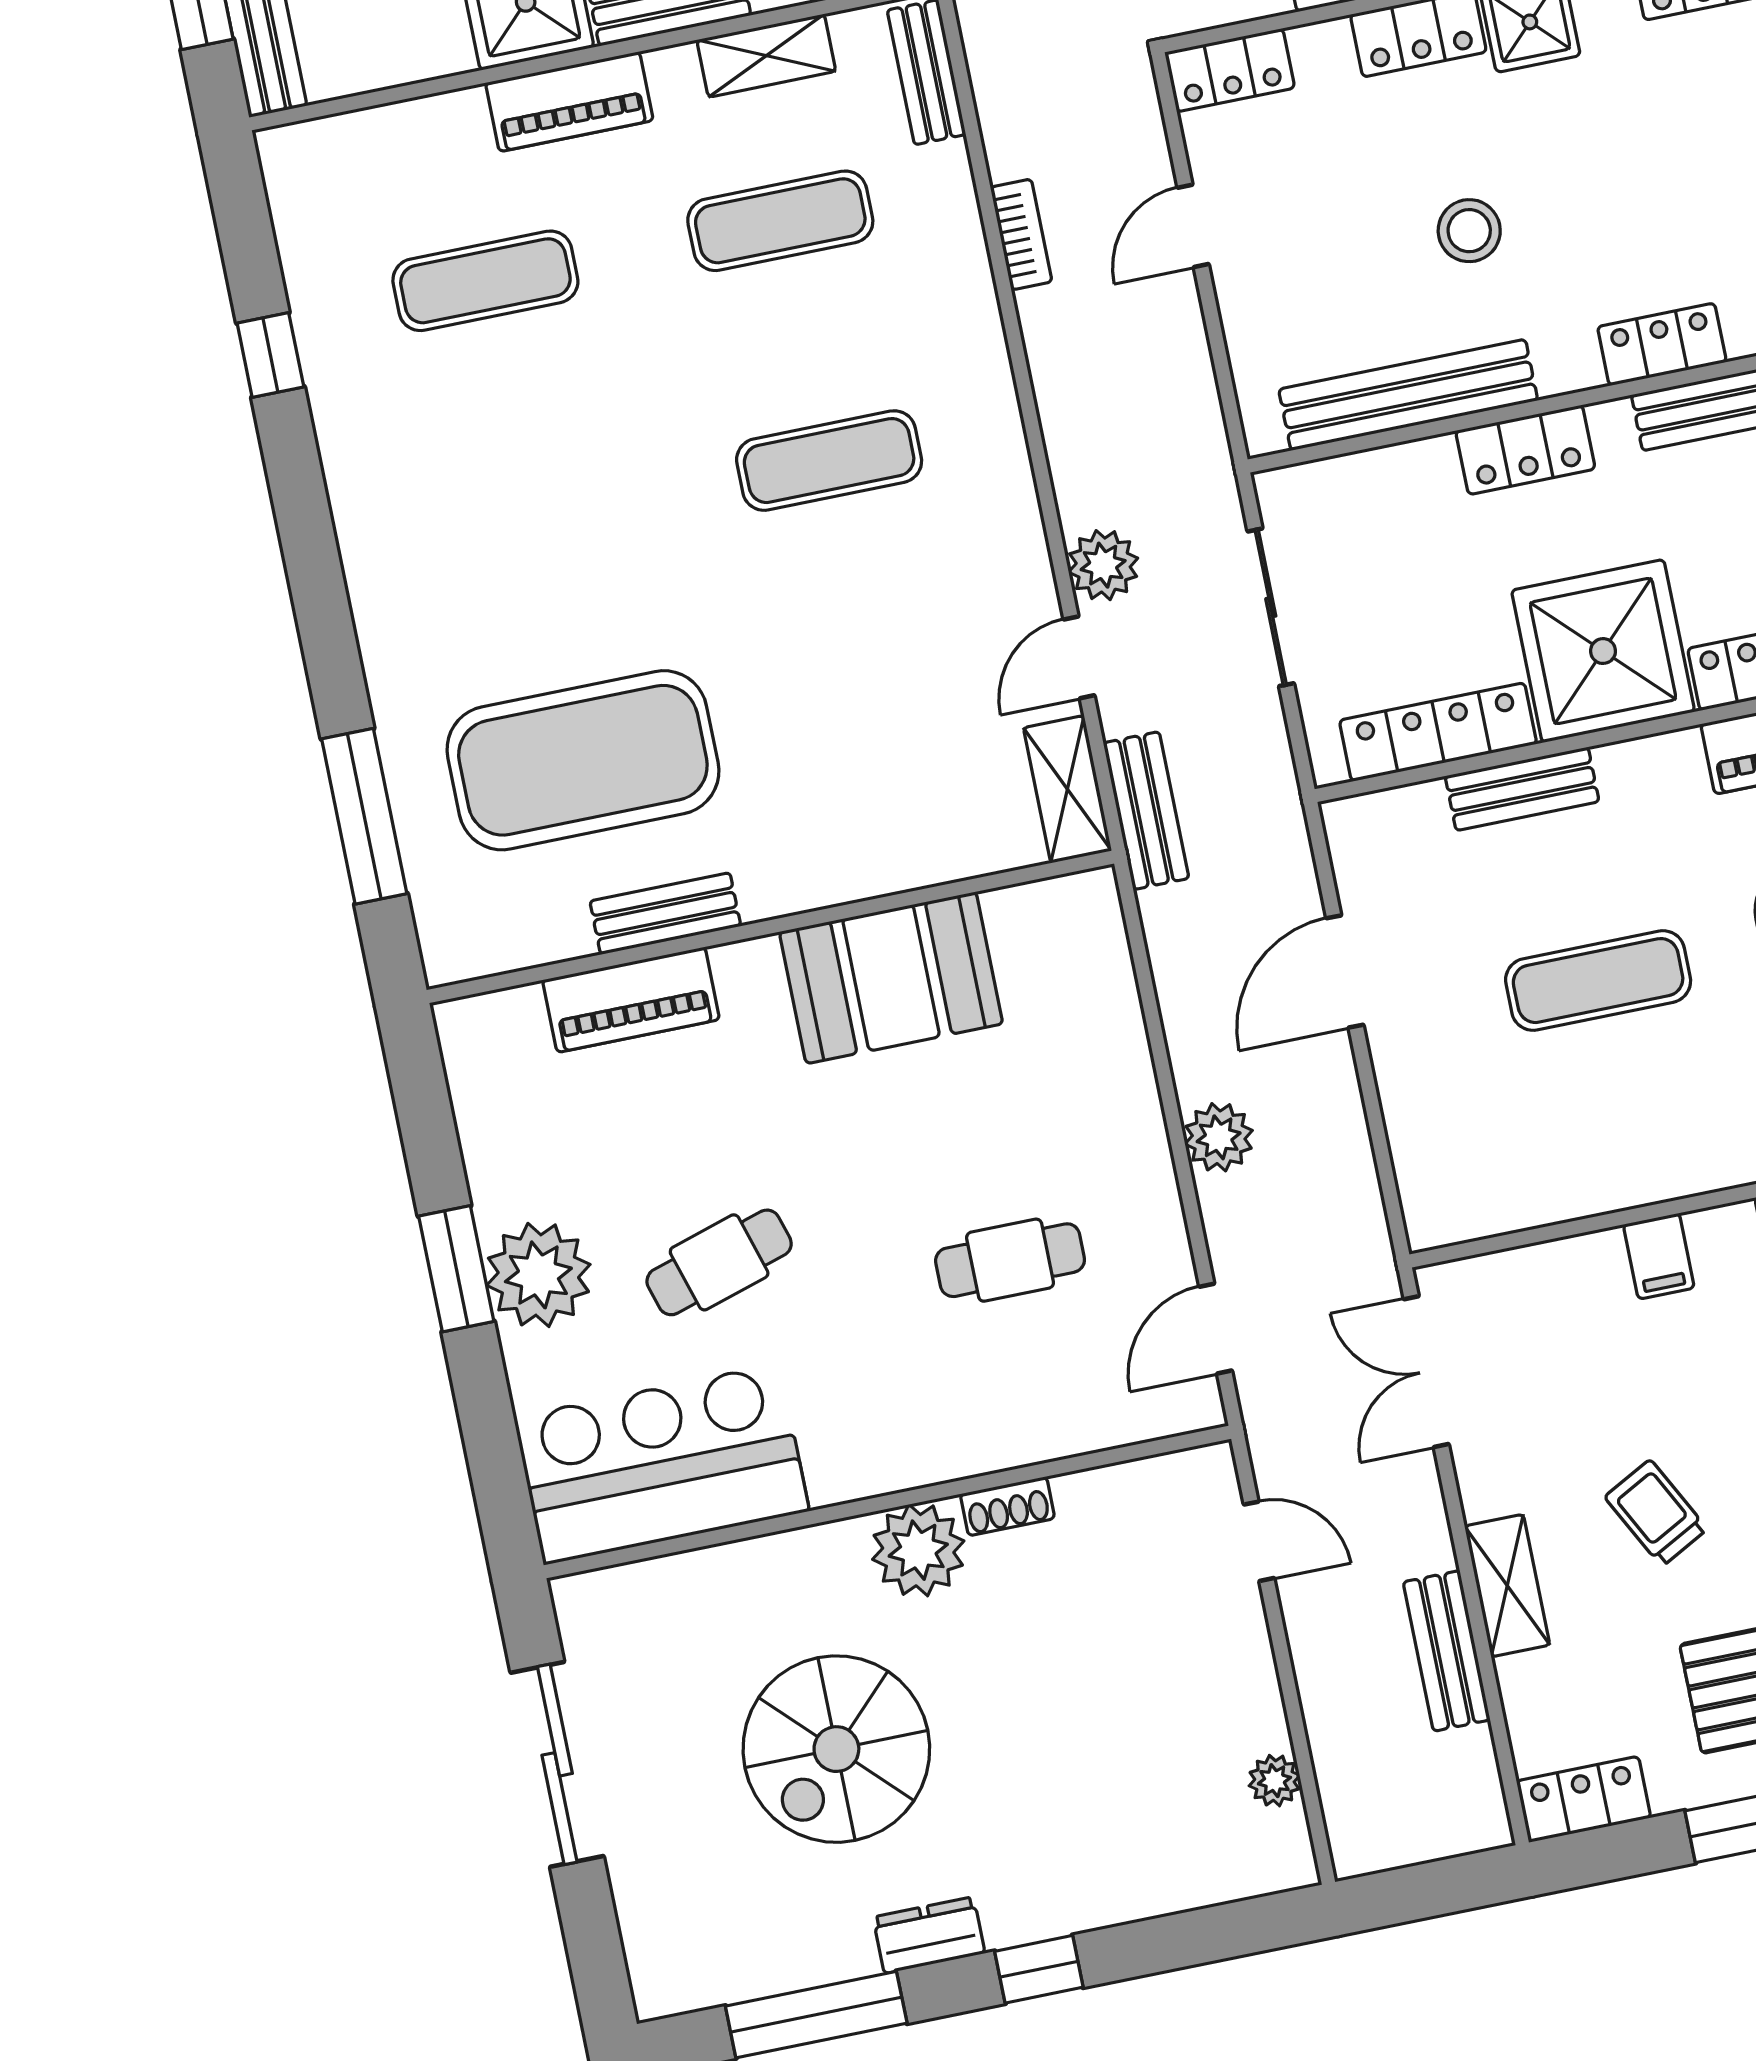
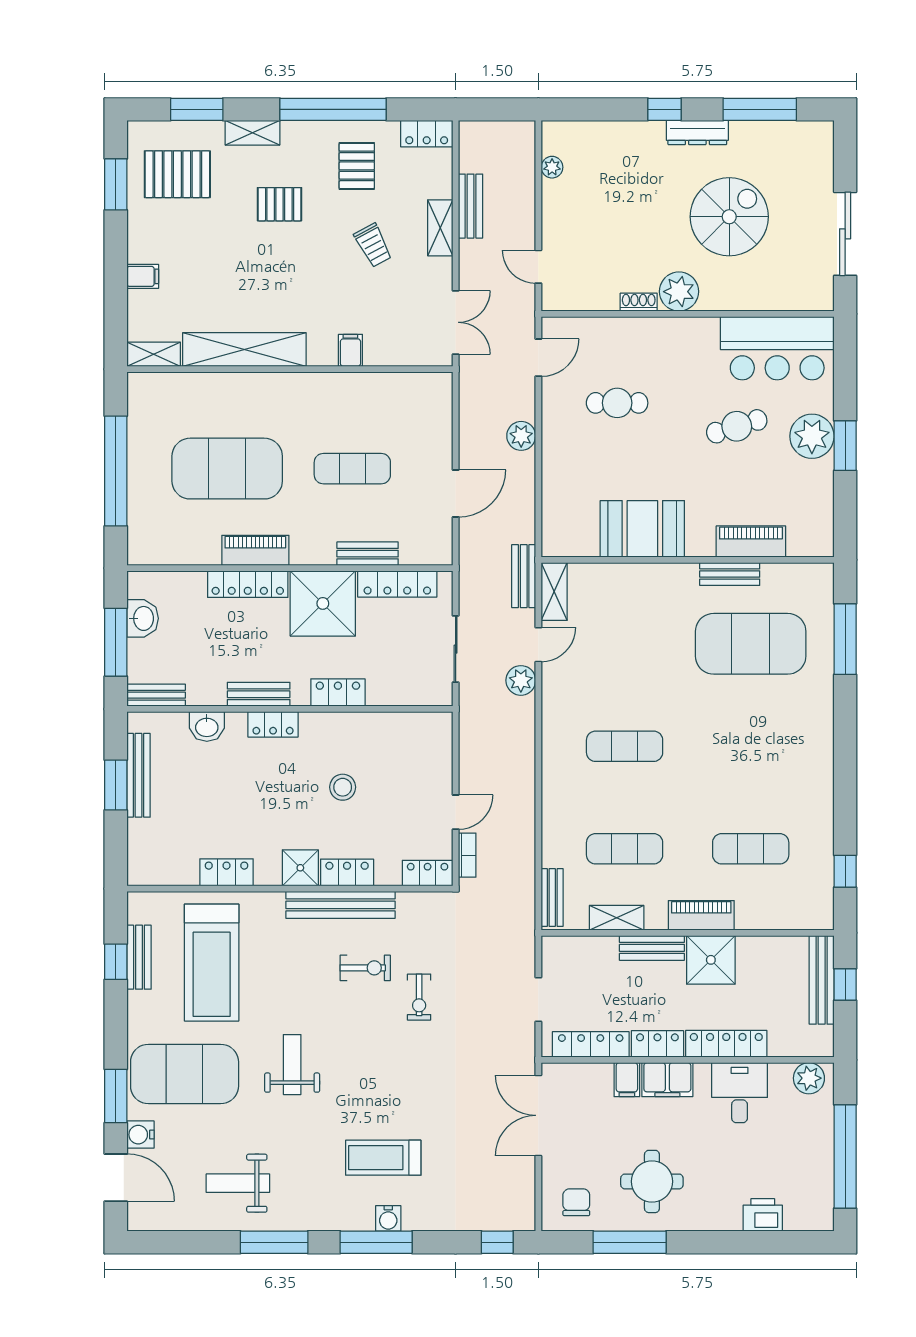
bookcase: (1021, 234) -> (467, 855), moved, turned 180
window: (270, 355) -> (845, 871), moved
bench: (1408, 395) -> (381, 725), removed
dresser: (929, 1935) -> (697, 133), width x1.44

